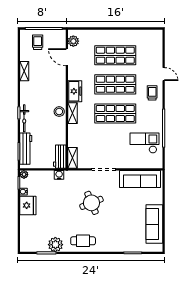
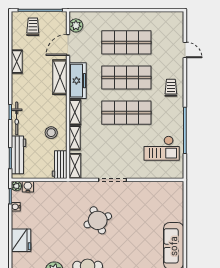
door: (67, 57) -> (68, 45), hinge flipped
door: (164, 74) -> (185, 50), moved
shelving: (60, 84) -> (60, 77), added
freezer: (75, 91) -> (78, 81), width x1.40
stool: (59, 112) -> (51, 133), moved
shelving: (72, 134) -> (75, 138), added
checkout: (144, 143) -> (162, 148), turned 180
water cooler: (59, 175) -> (28, 187), moved
sofa: (140, 179) -> (156, 192), removed
fridge: (28, 205) -> (21, 240), moved

